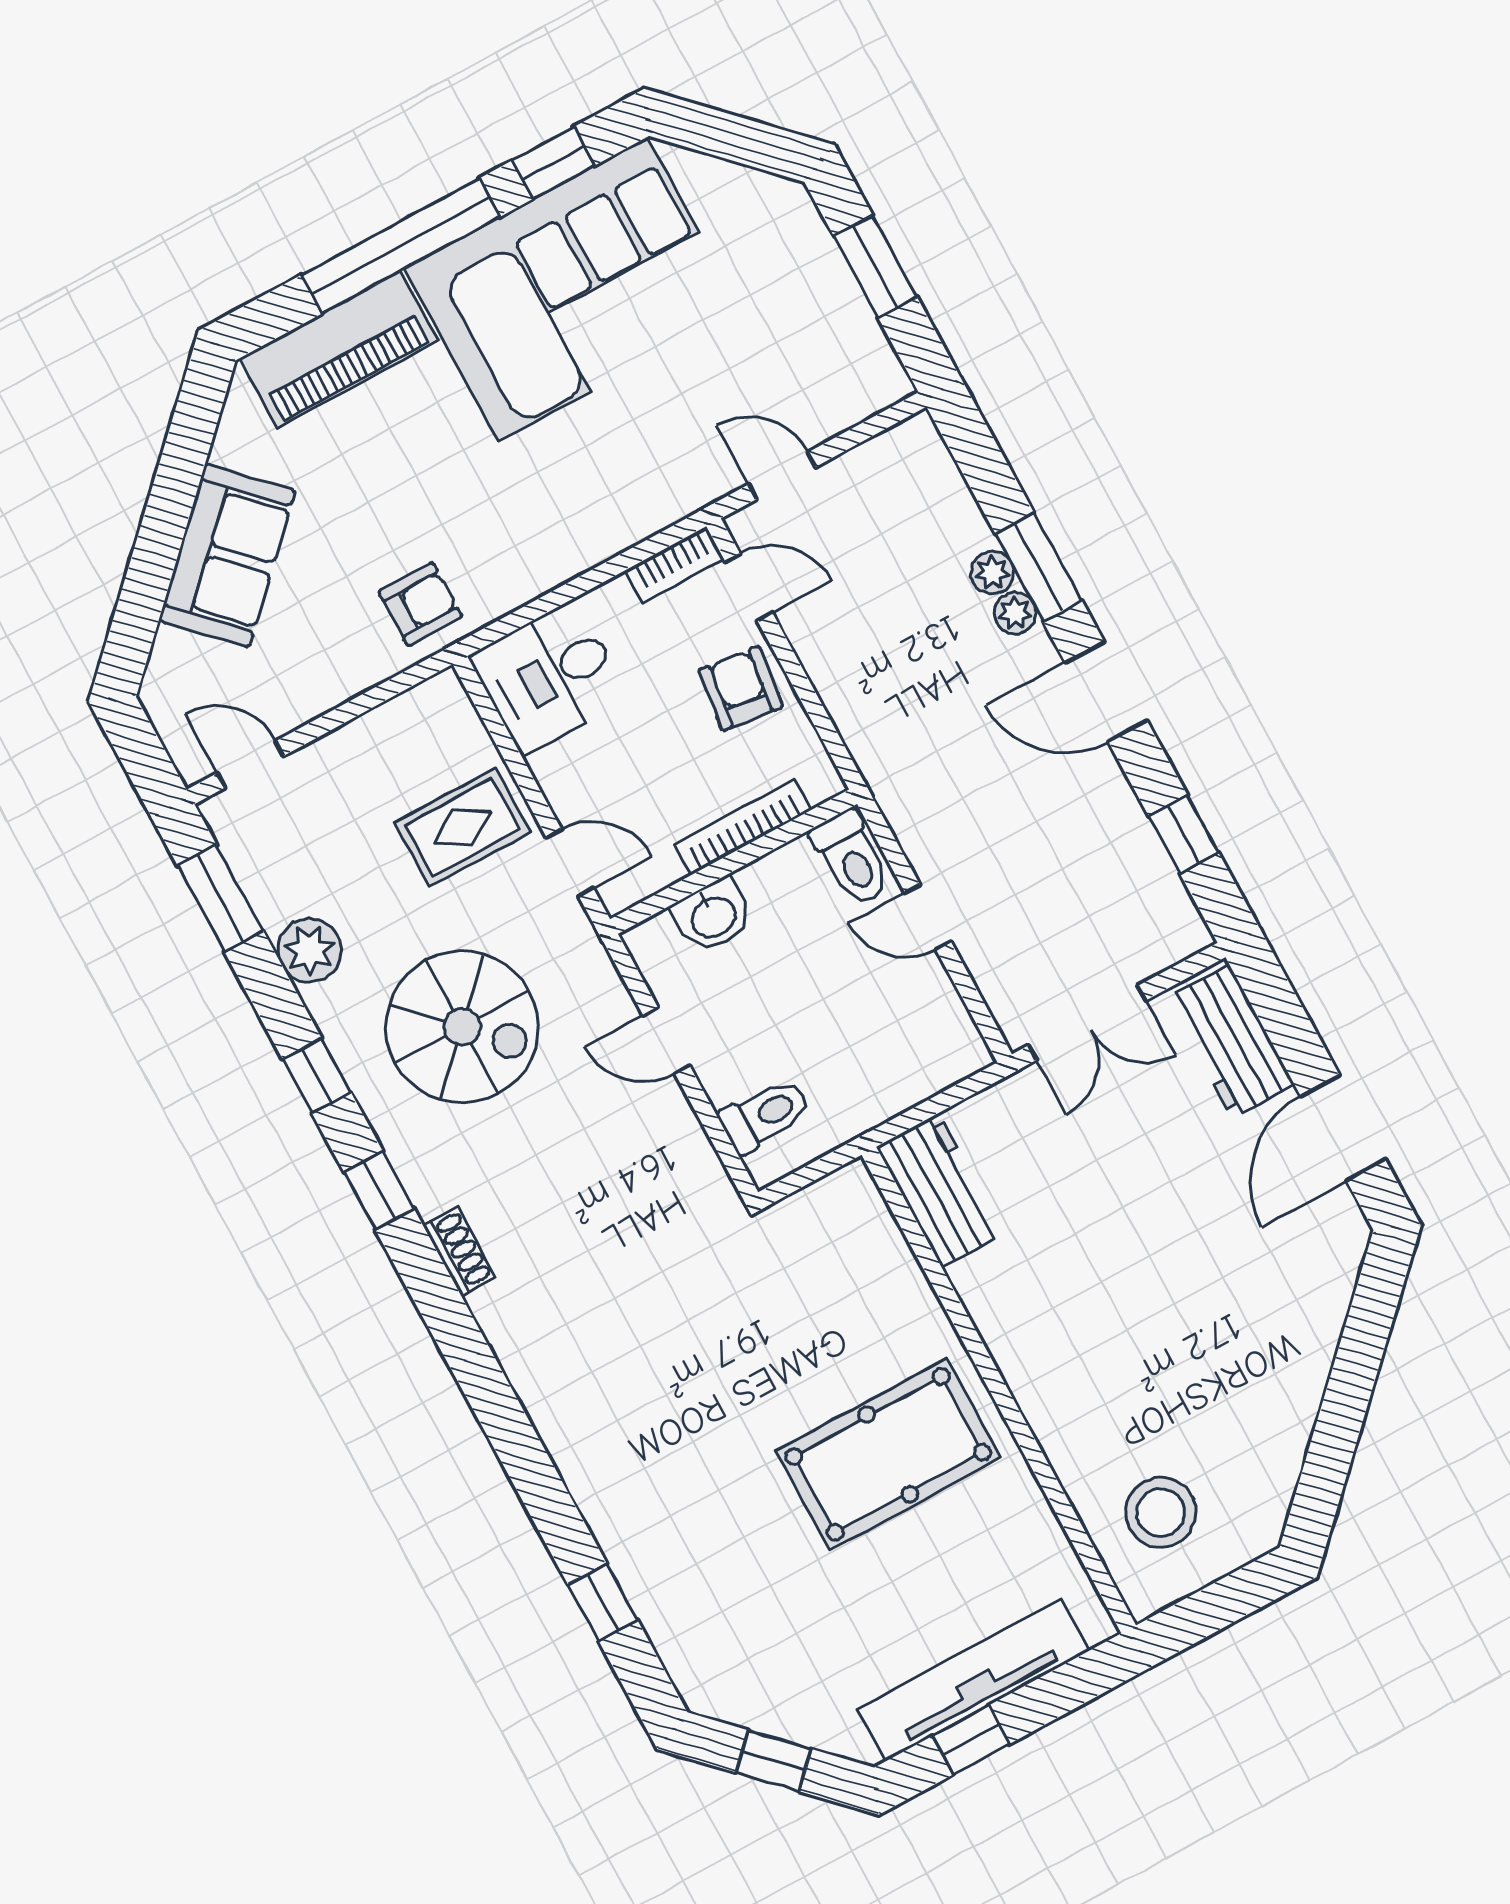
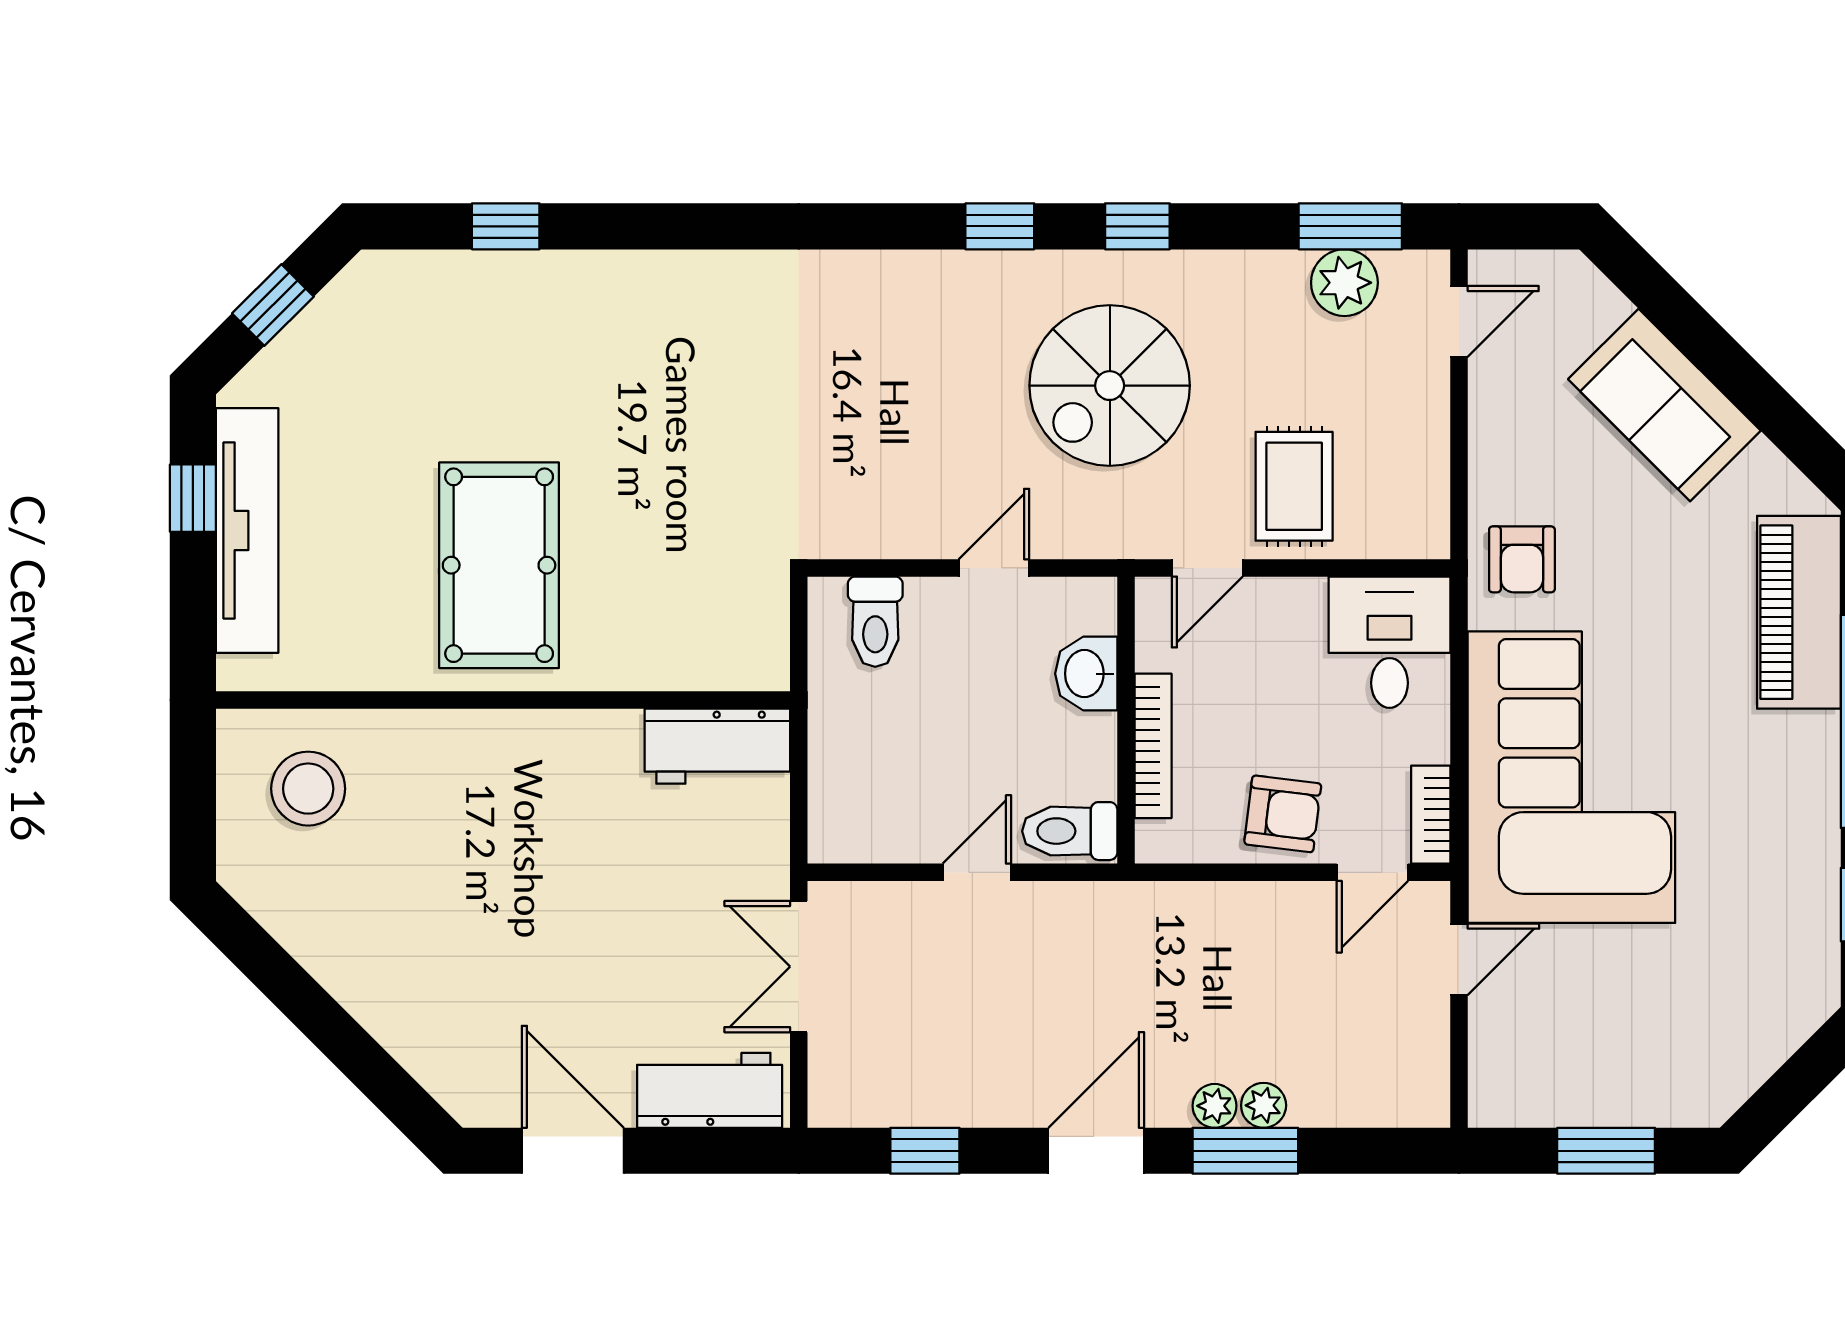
corner sofa: (573, 289) -> (1571, 777), moved, turned 180
plant: (310, 950) -> (1344, 283), moved
shoe rack: (459, 1251) -> (903, 270), removed

